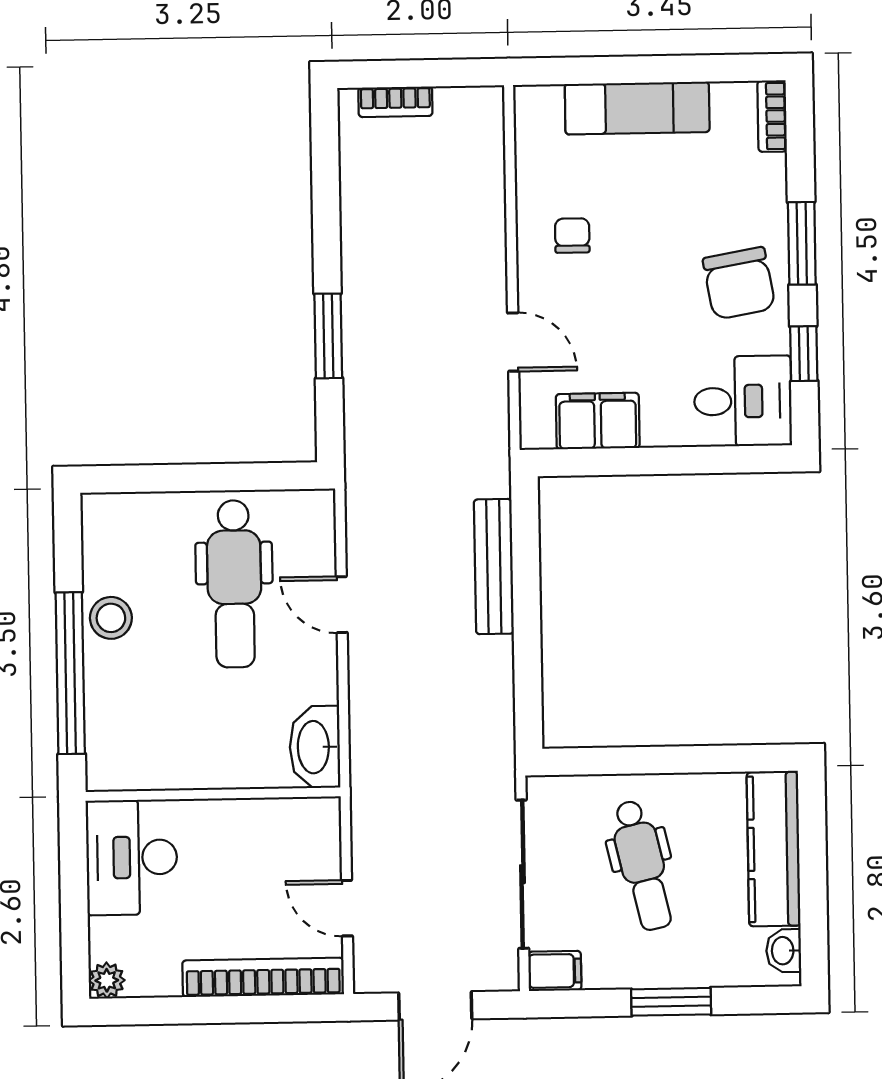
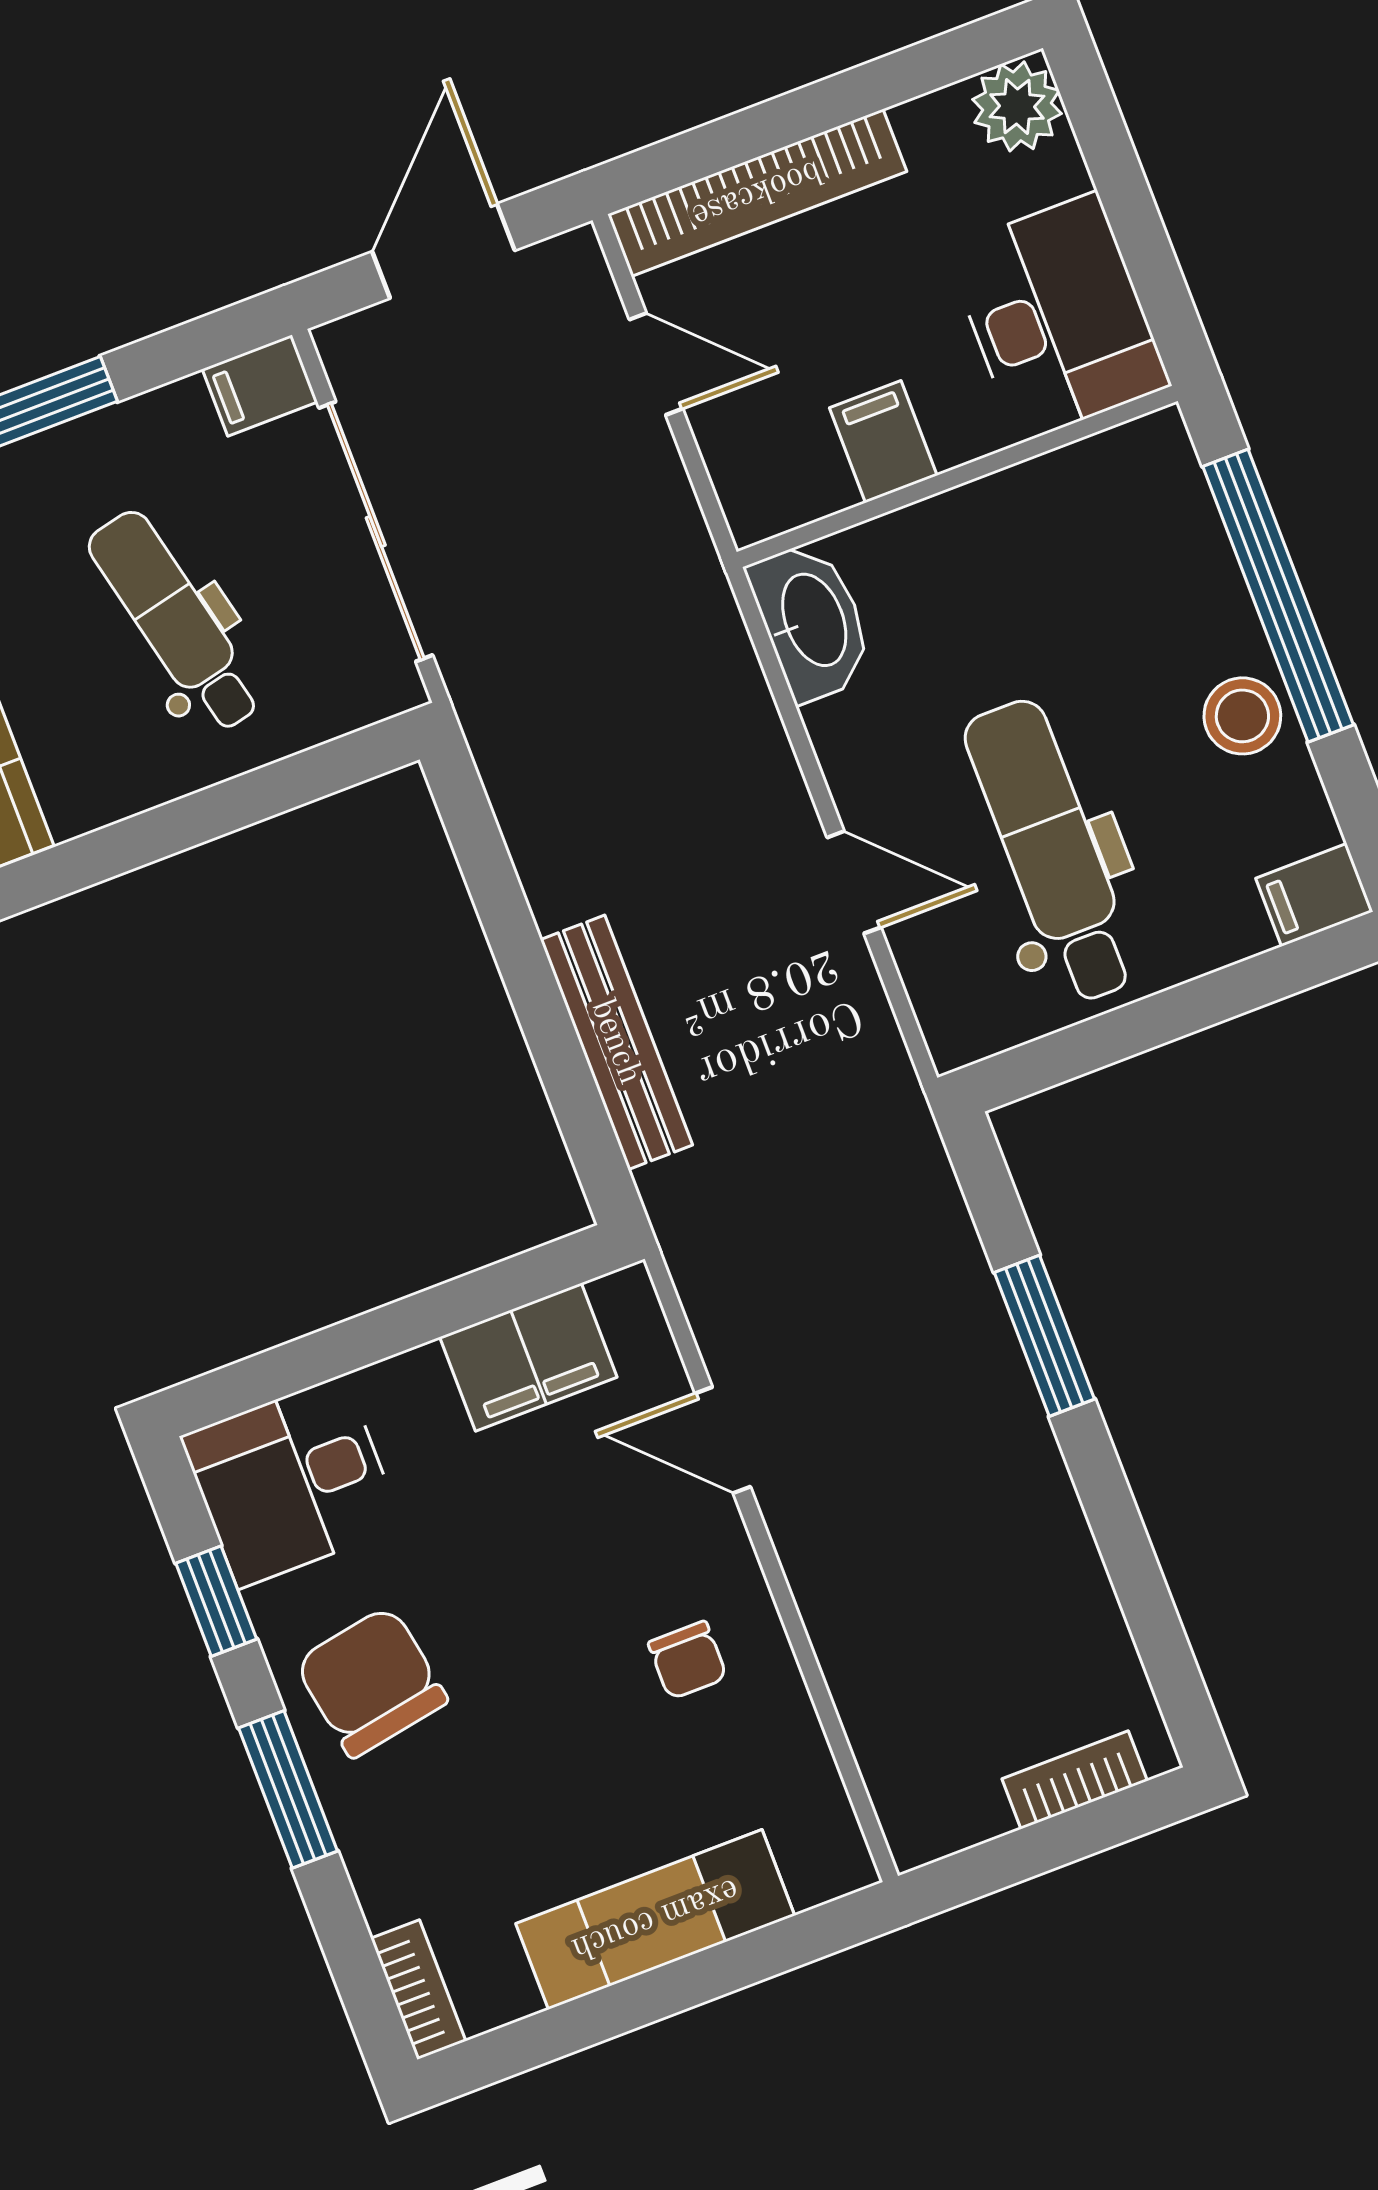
filing cabinet: (107, 512) -> (1314, 895), added
filing cabinet: (245, 826) -> (883, 442), added
plant: (107, 980) -> (1017, 106), width x1.38, depth x1.38

